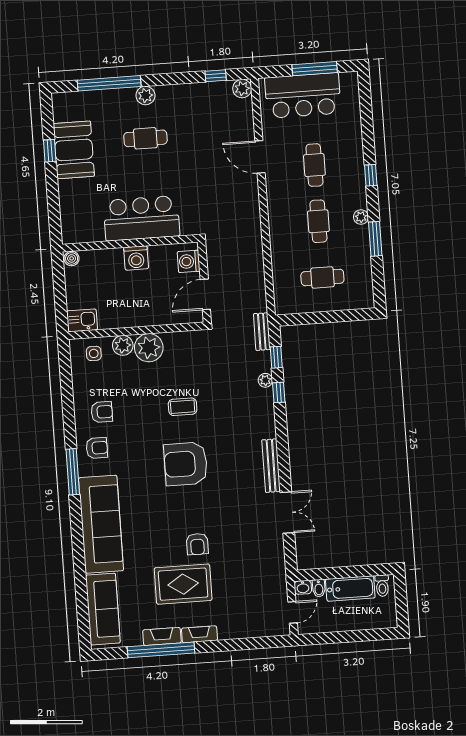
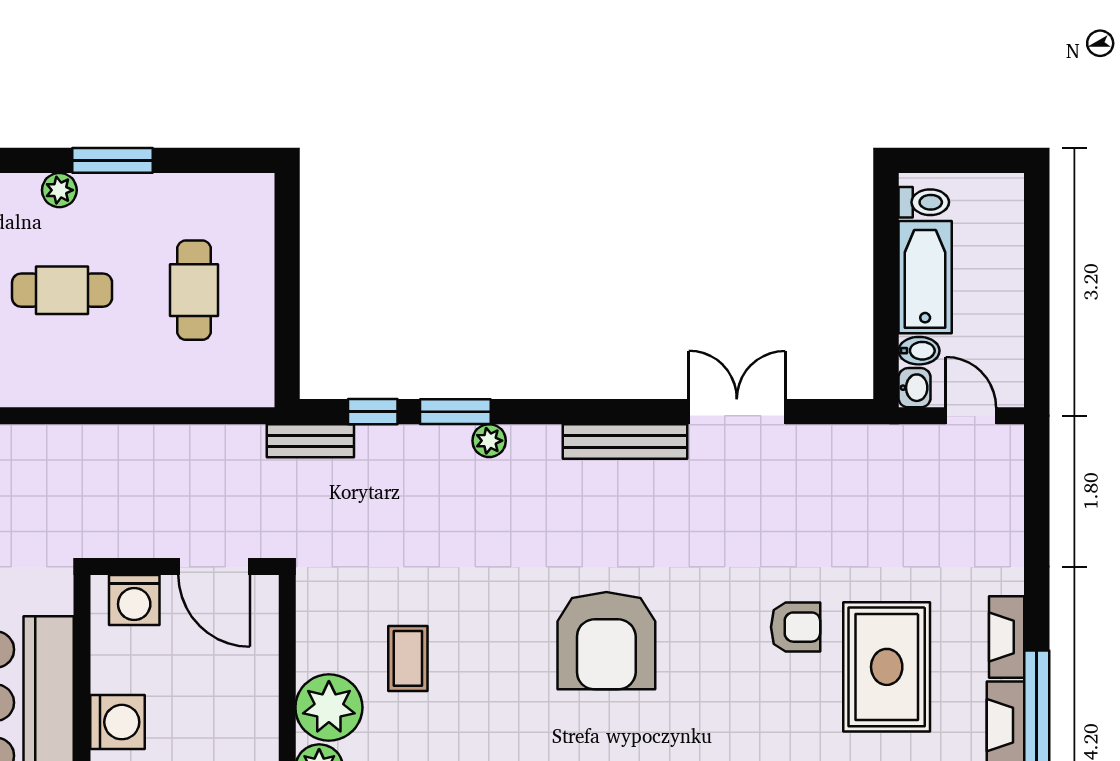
plant: (265, 380) -> (489, 441), moved
window: (279, 393) -> (455, 412), width x1.50
coffee table: (183, 407) -> (408, 658), moved

